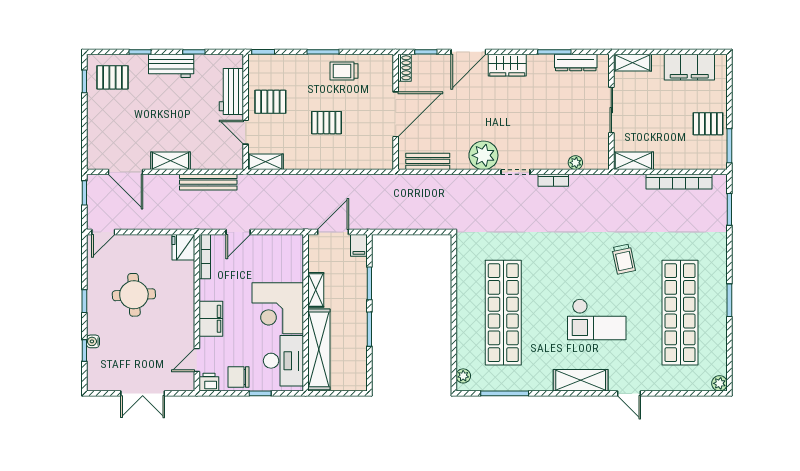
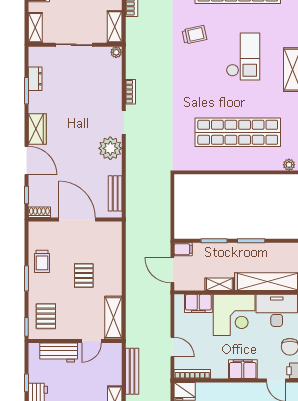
dresser: (576, 62) -> (35, 79), width x0.70
pallet: (270, 102) -> (46, 316), moved
shelving: (266, 162) -> (113, 318), width x1.50, depth x1.33
plant: (575, 163) -> (116, 52), moved
filing cabinet: (292, 264) -> (198, 303), added

